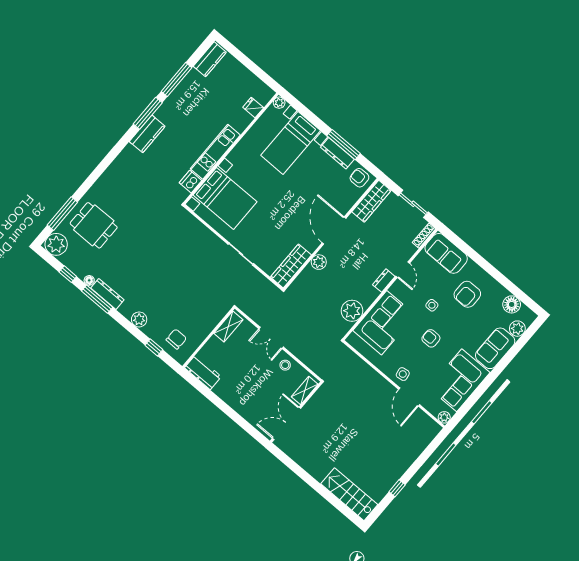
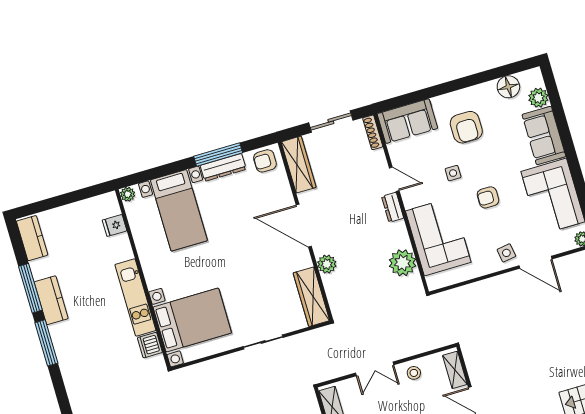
kitchen counter: (147, 134) -> (51, 300), moved

